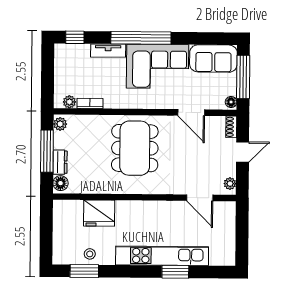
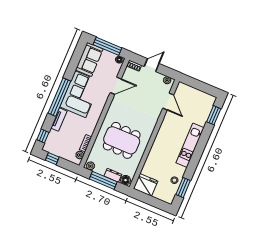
window: (48, 64) -> (52, 159), added
dining table: (135, 148) -> (122, 140), moved
door: (243, 152) -> (152, 65), hinge flipped
door: (200, 198) -> (168, 102), hinge flipped
fridge: (99, 213) -> (146, 185), moved, turned -90
kitchen unit: (162, 256) -> (190, 145), width x0.73
window: (175, 272) -> (214, 115), moved

